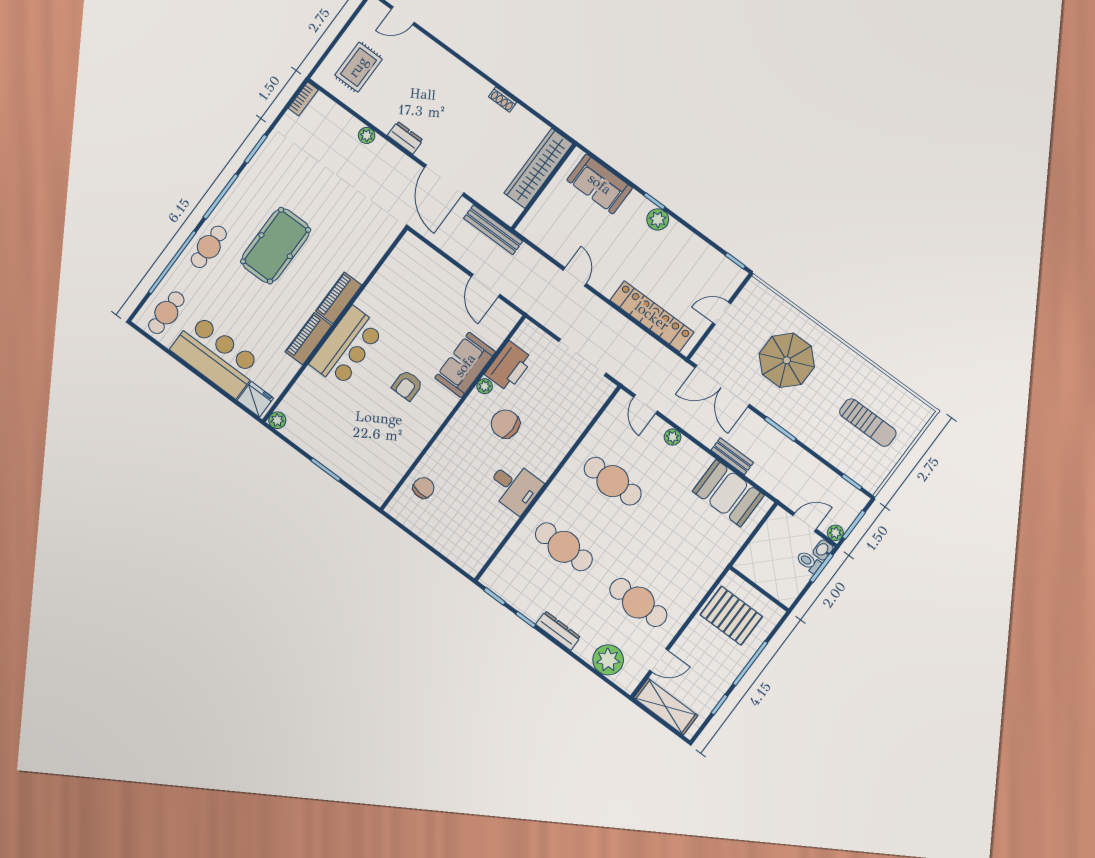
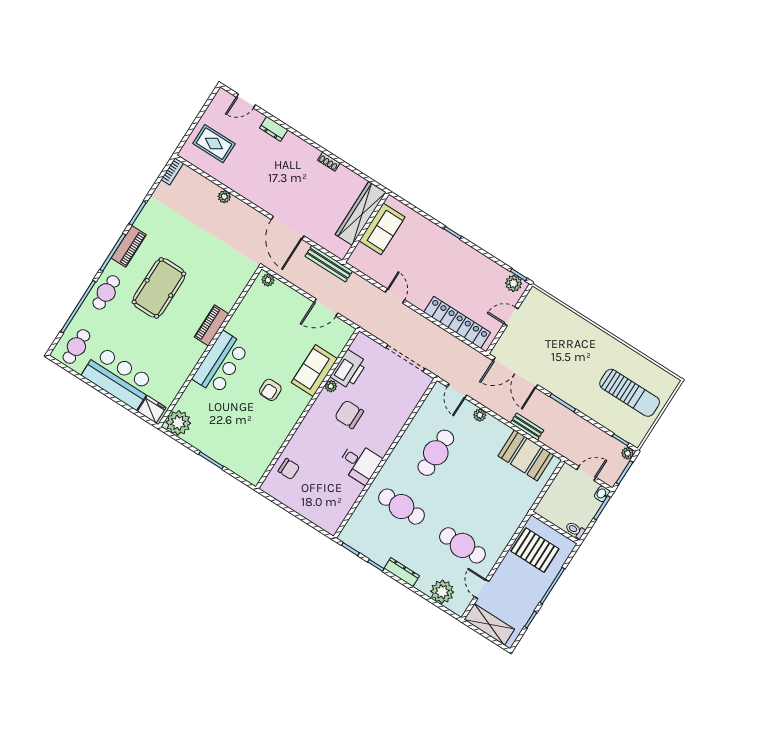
rug: (358, 67) -> (214, 144), turned 90
dresser: (405, 138) -> (274, 129), moved, turned 180
sofa: (600, 184) -> (382, 229), moved, turned -90
plant: (658, 219) -> (514, 283), moved
plant: (414, 245) -> (268, 280), added
door: (486, 286) -> (326, 308), hinge flipped
piano: (308, 339) -> (129, 246), moved, turned 180
parasol: (787, 360) -> (564, 349), removed
plant: (277, 420) -> (178, 423), width x1.88, depth x1.88
sun lounger: (868, 423) -> (630, 393), width x1.36, depth x1.34
cafe table: (613, 481) -> (436, 453), turned 90
chair: (424, 488) -> (289, 469), turned 84
plant: (835, 533) -> (628, 453), moved
toilet: (809, 562) -> (575, 530), moved
door: (659, 660) -> (482, 589), swing flipped

